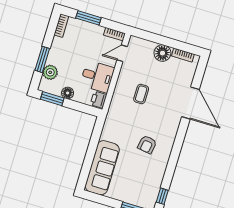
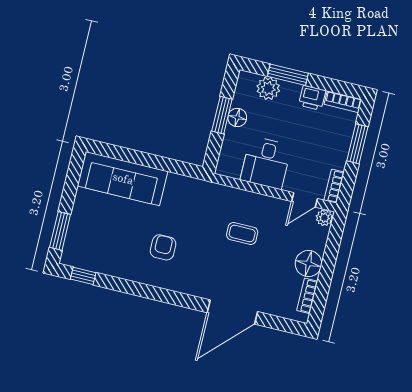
plant: (134, 41) -> (324, 218), added
door: (122, 53) -> (305, 200), swing flipped
window: (52, 99) -> (222, 115), moved
printer: (98, 100) -> (312, 98), moved, turned 180
armchair: (147, 145) -> (163, 247), turned 81

